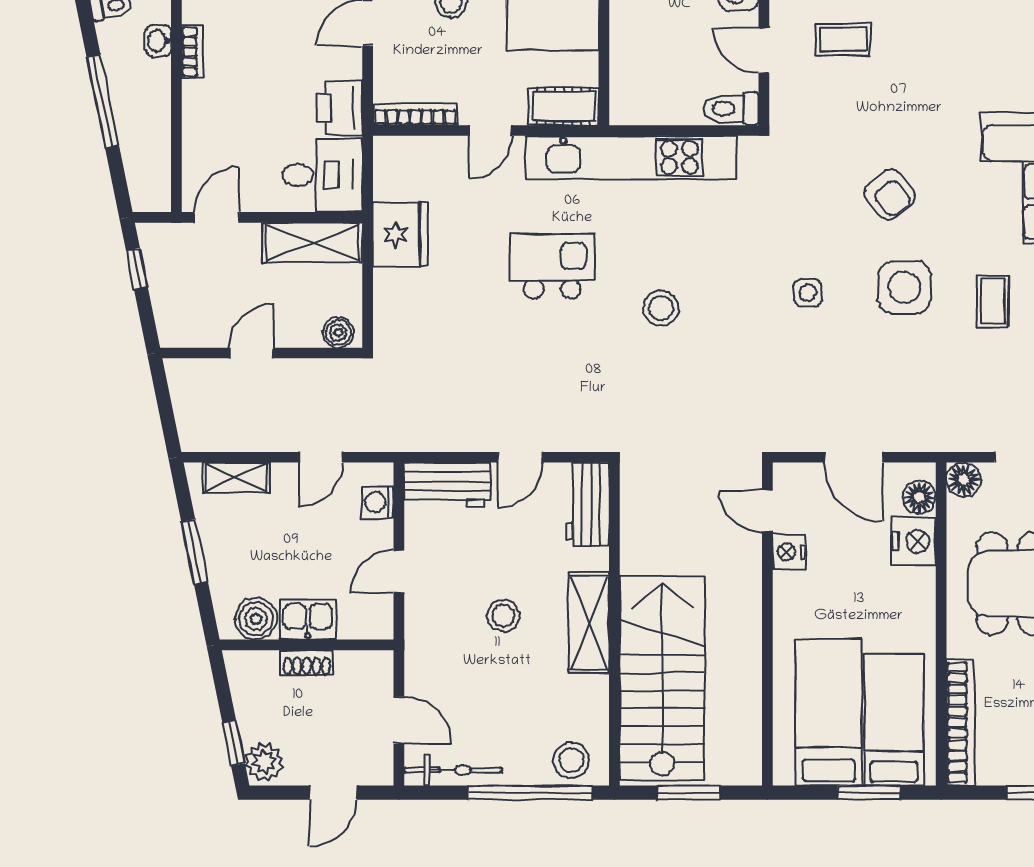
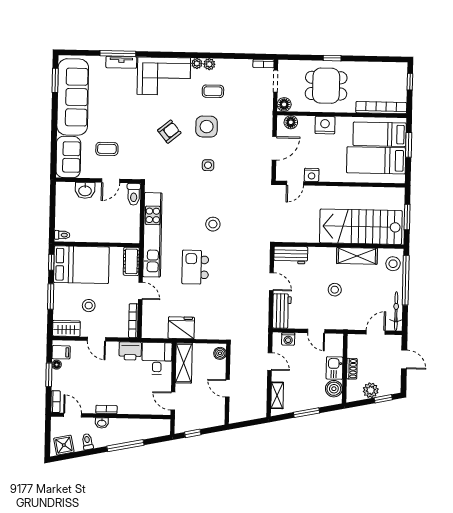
coffee table: (843, 39) -> (107, 149), turned 90
nightstand: (914, 541) -> (325, 125), moved
shelving: (589, 623) -> (357, 256), moved
plant: (264, 762) -> (371, 390), moved

